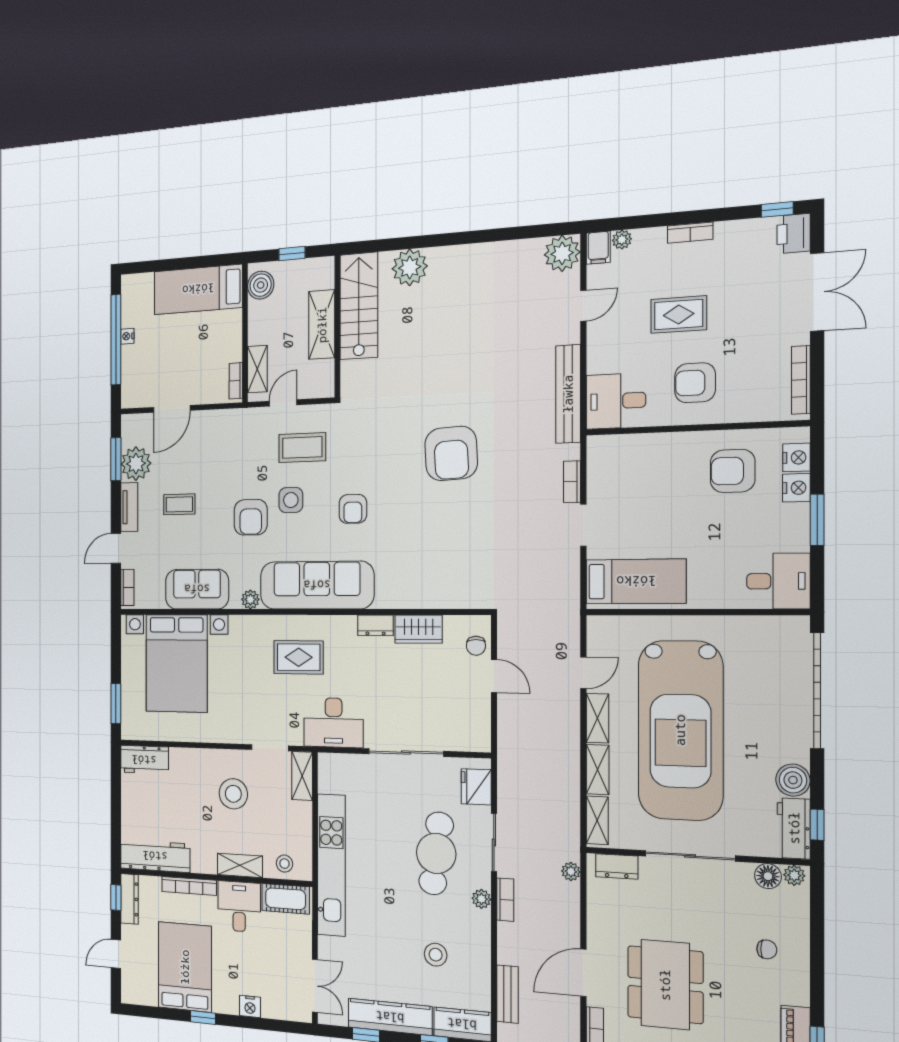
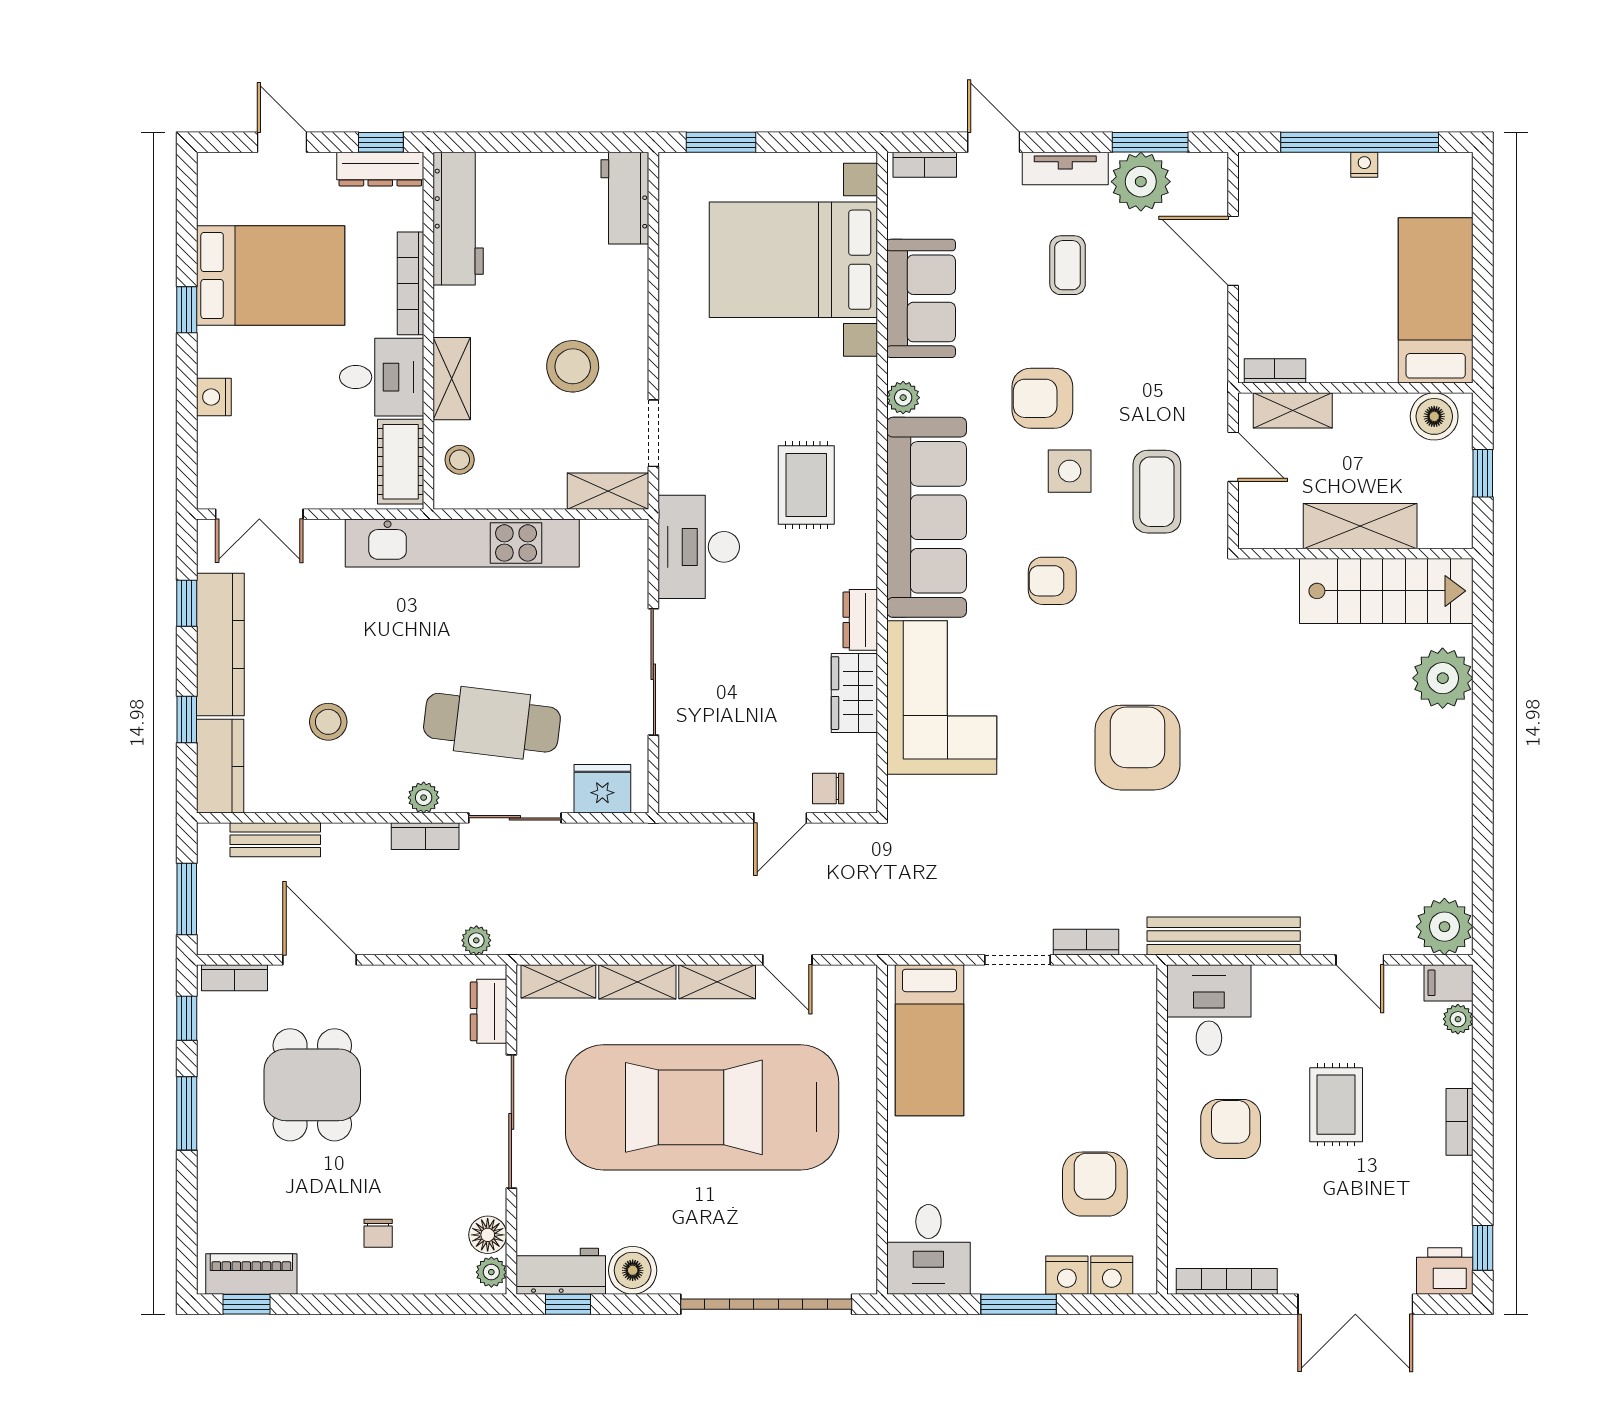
armchair: (451, 453) -> (1137, 748), turned 93
corner sofa: (421, 575) -> (942, 698), added
dining table: (665, 985) -> (312, 1085), width x0.73

